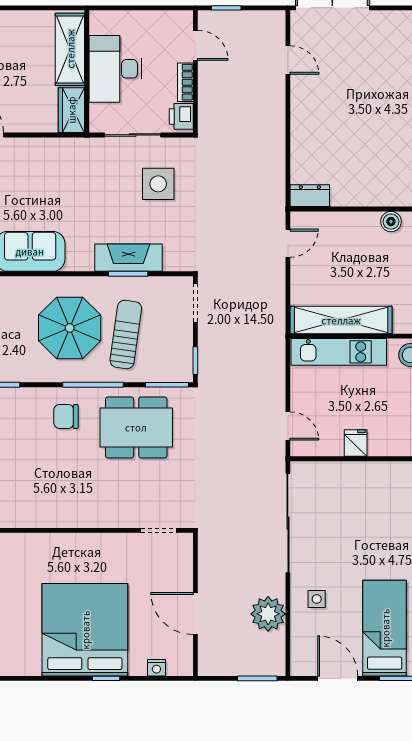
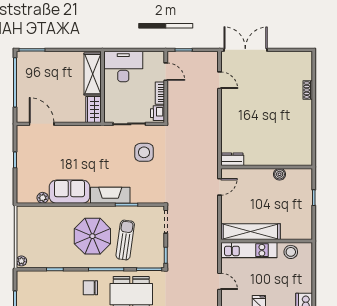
desk: (115, 69) -> (123, 67), moved, turned 90
fireplace: (128, 258) -> (110, 195), moved
door: (288, 426) -> (220, 281), moved

